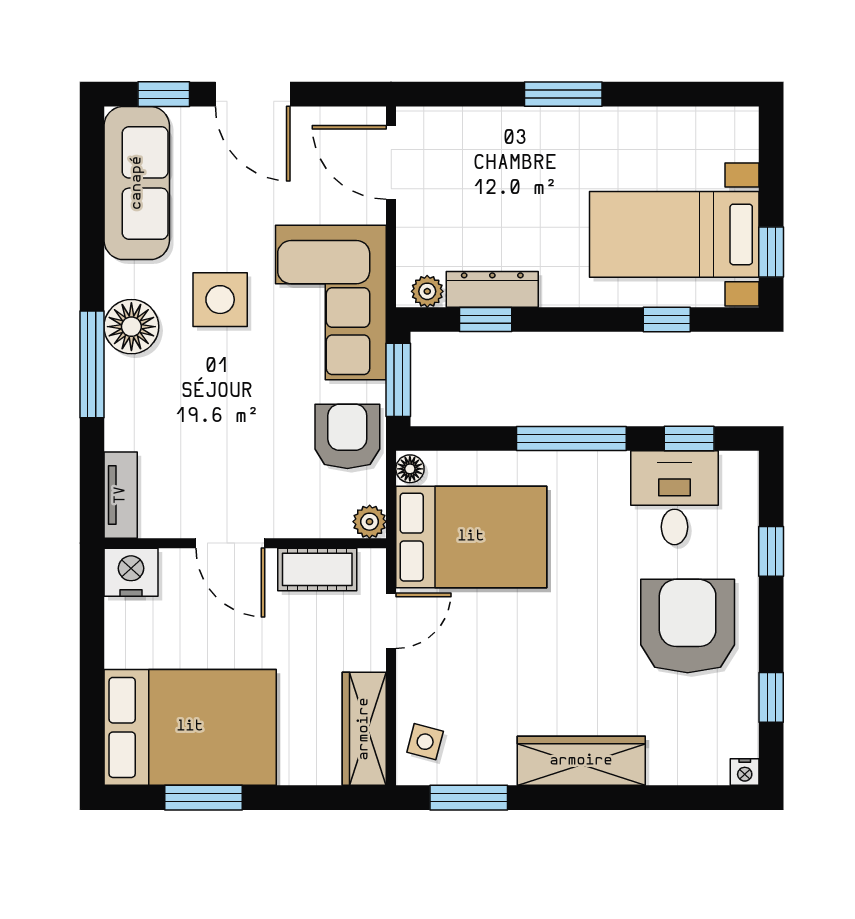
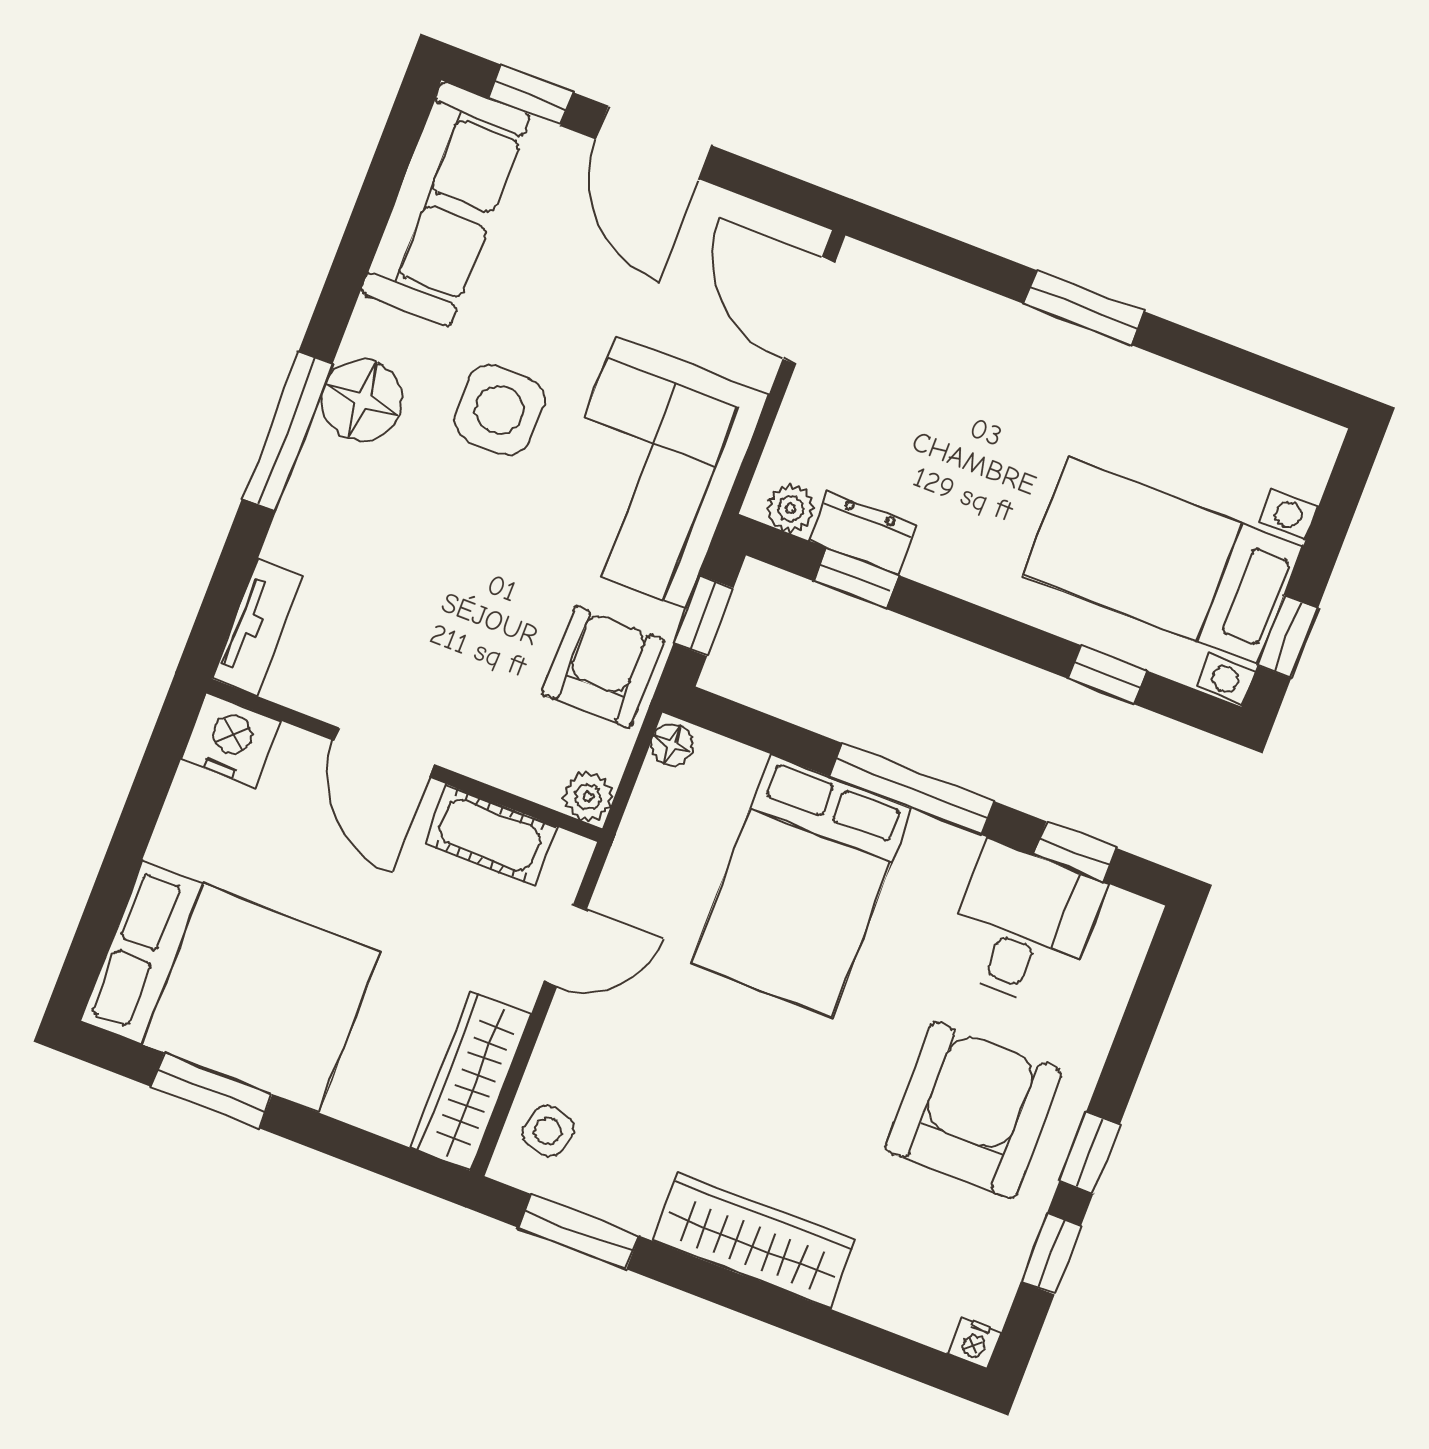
dresser: (492, 289) -> (862, 533), width x0.70
window: (398, 380) -> (703, 616), width x0.67
bed: (471, 537) -> (801, 886), moved, turned 90
window: (771, 551) -> (1090, 1153), moved

